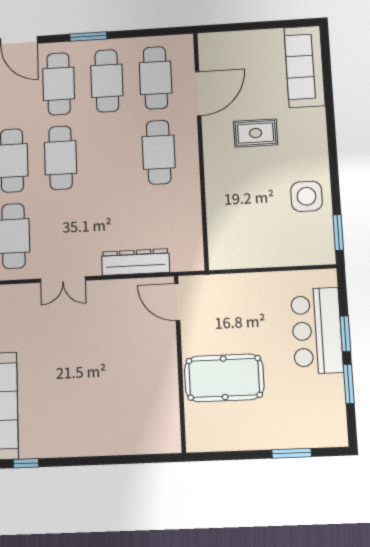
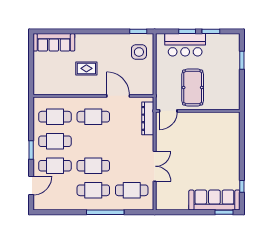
door: (198, 94) -> (118, 96), moved
rug: (256, 133) -> (86, 68), turned 90
side table: (306, 196) -> (139, 52), moved
dresser: (136, 262) -> (148, 118), moved
double door: (63, 280) -> (155, 166), width x1.37
pool table: (224, 378) -> (193, 88), moved

